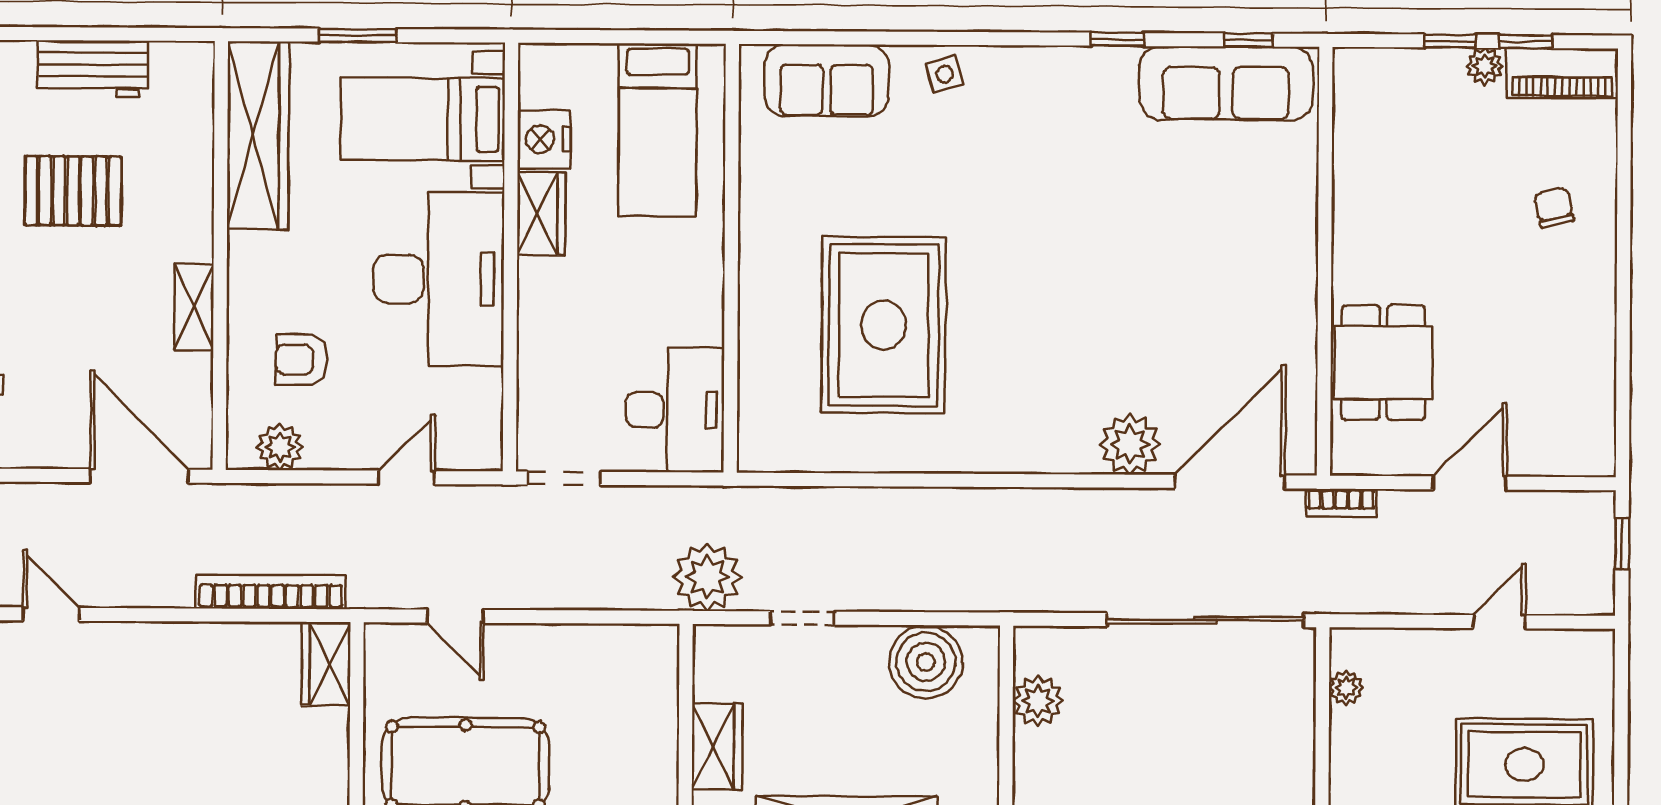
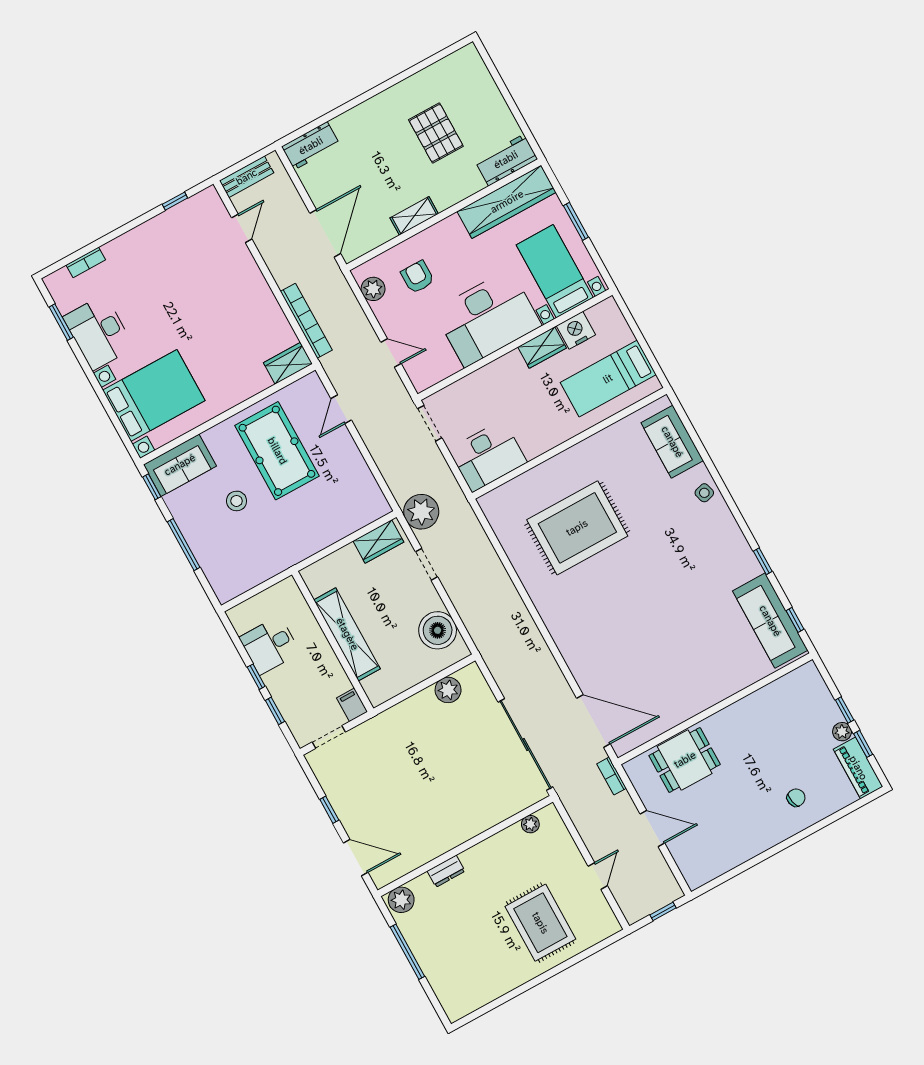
workbench: (93, 69) -> (506, 160), moved, turned 90
plant: (1130, 444) -> (585, 667), removed
door: (1499, 622) -> (598, 876), hinge flipped
wardrobe: (717, 746) -> (378, 542), moved

